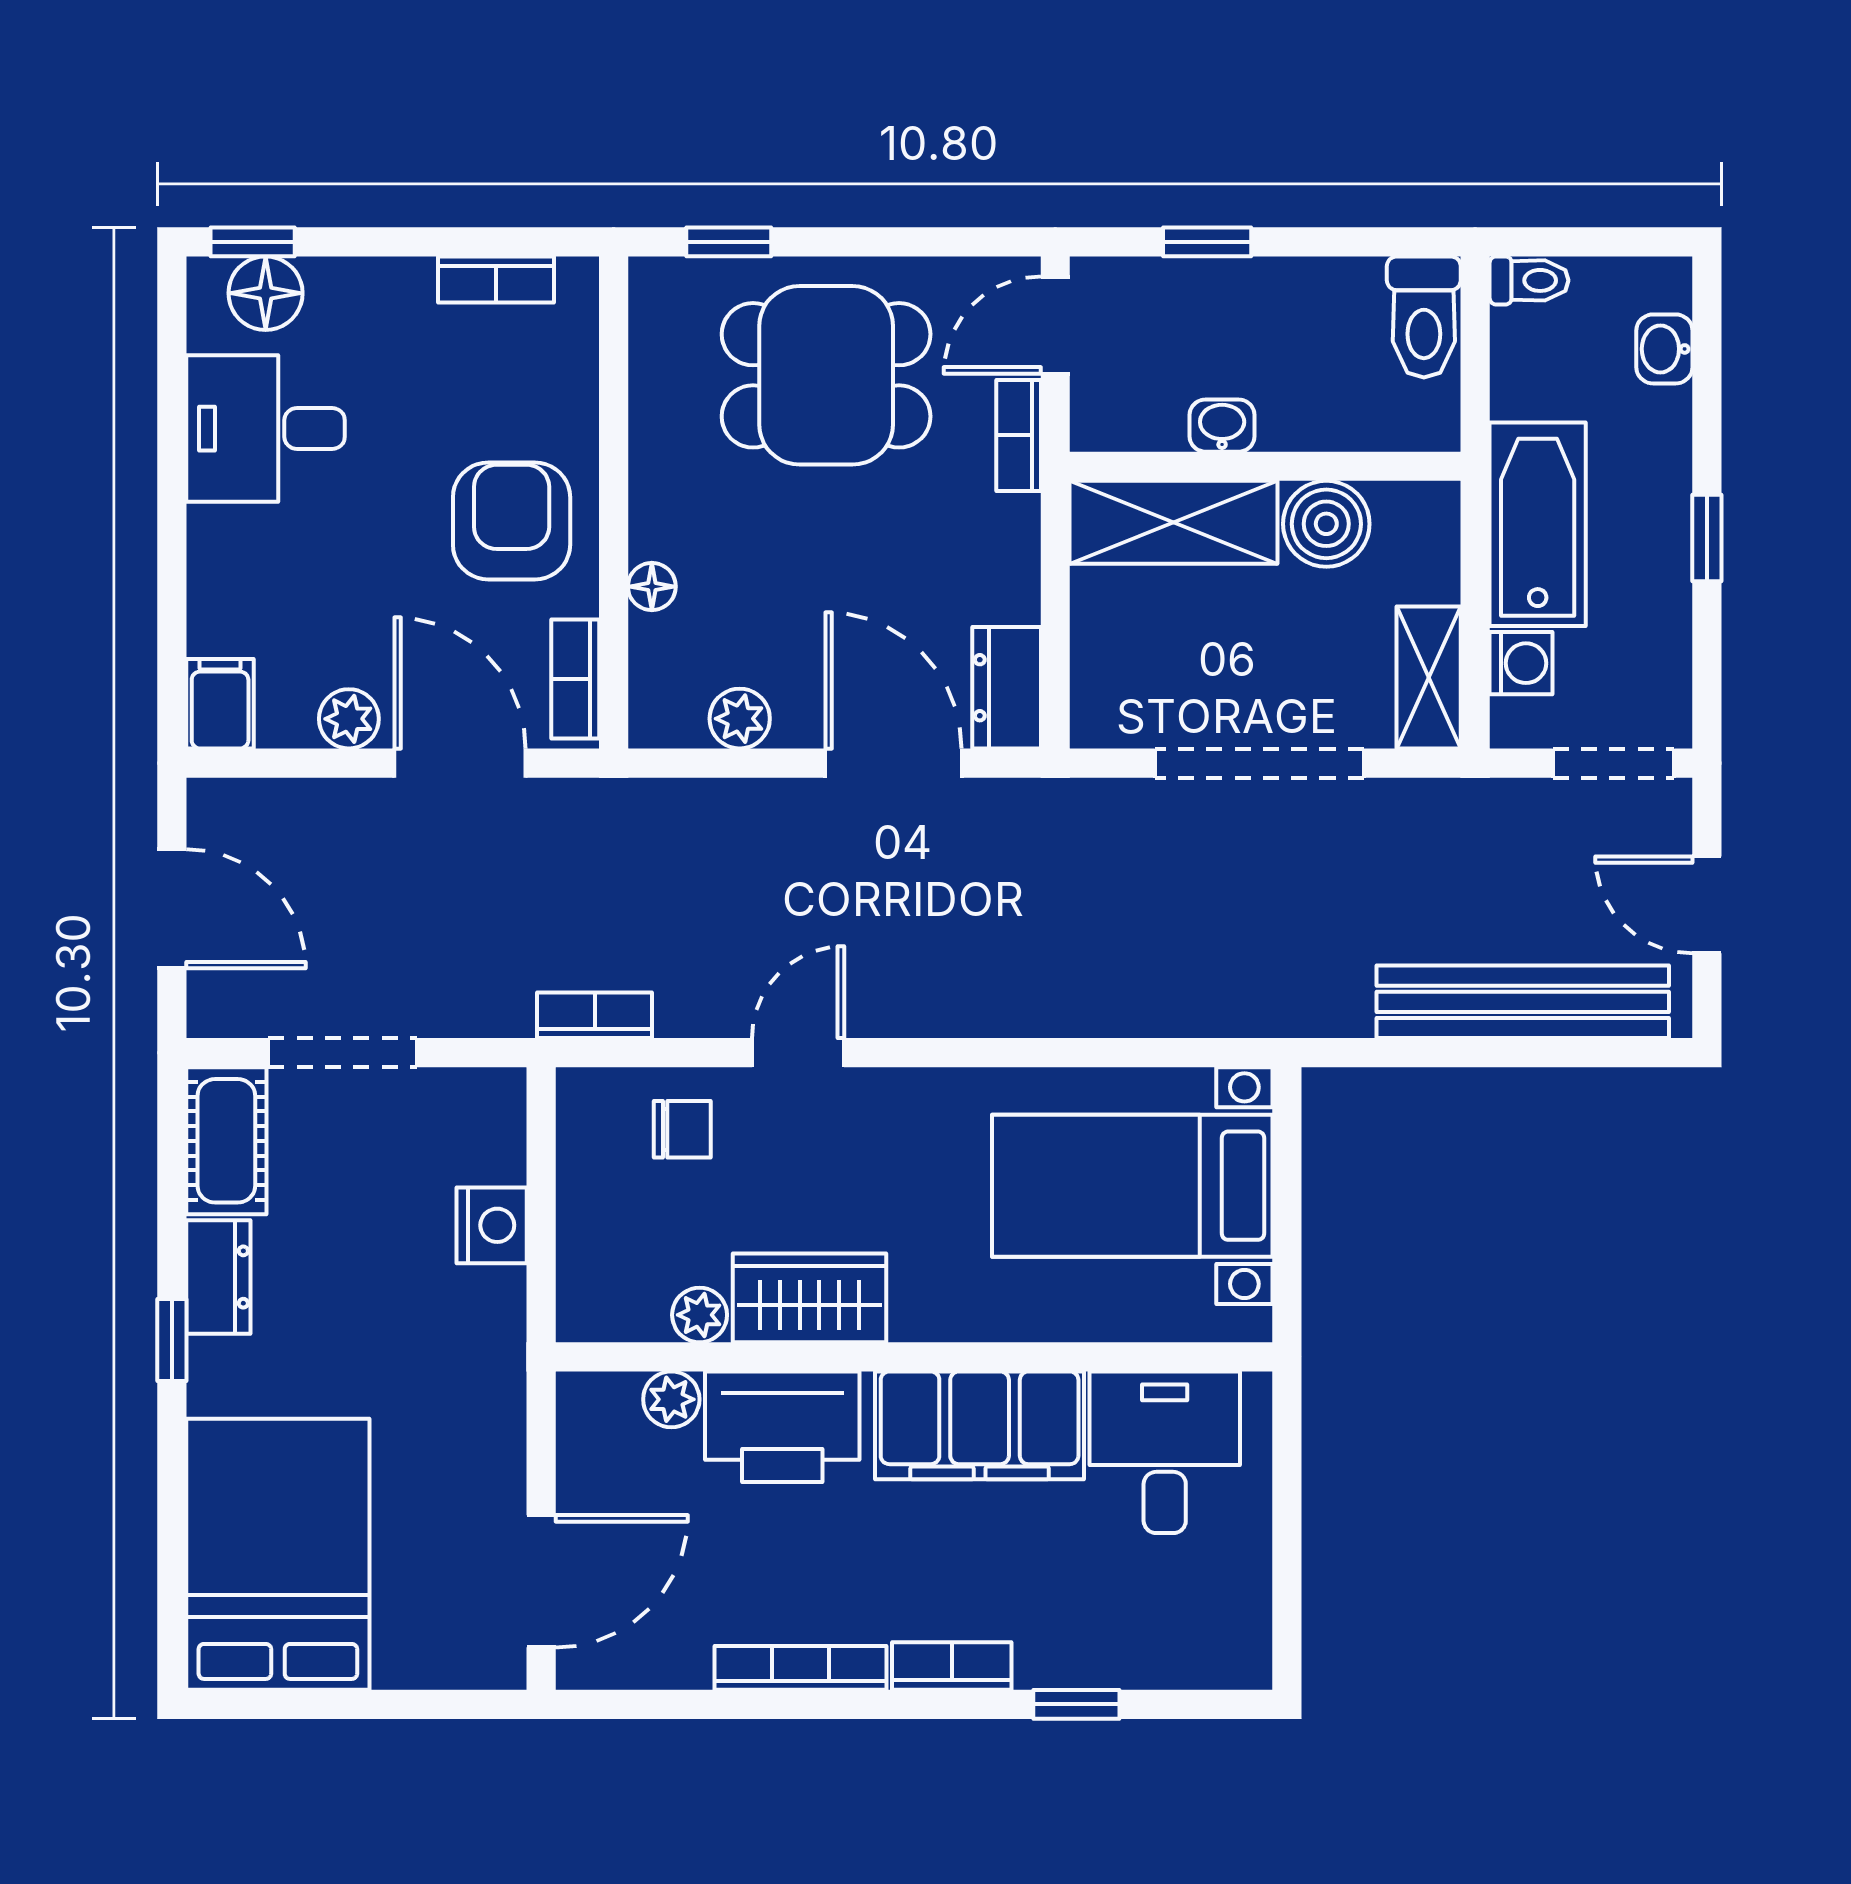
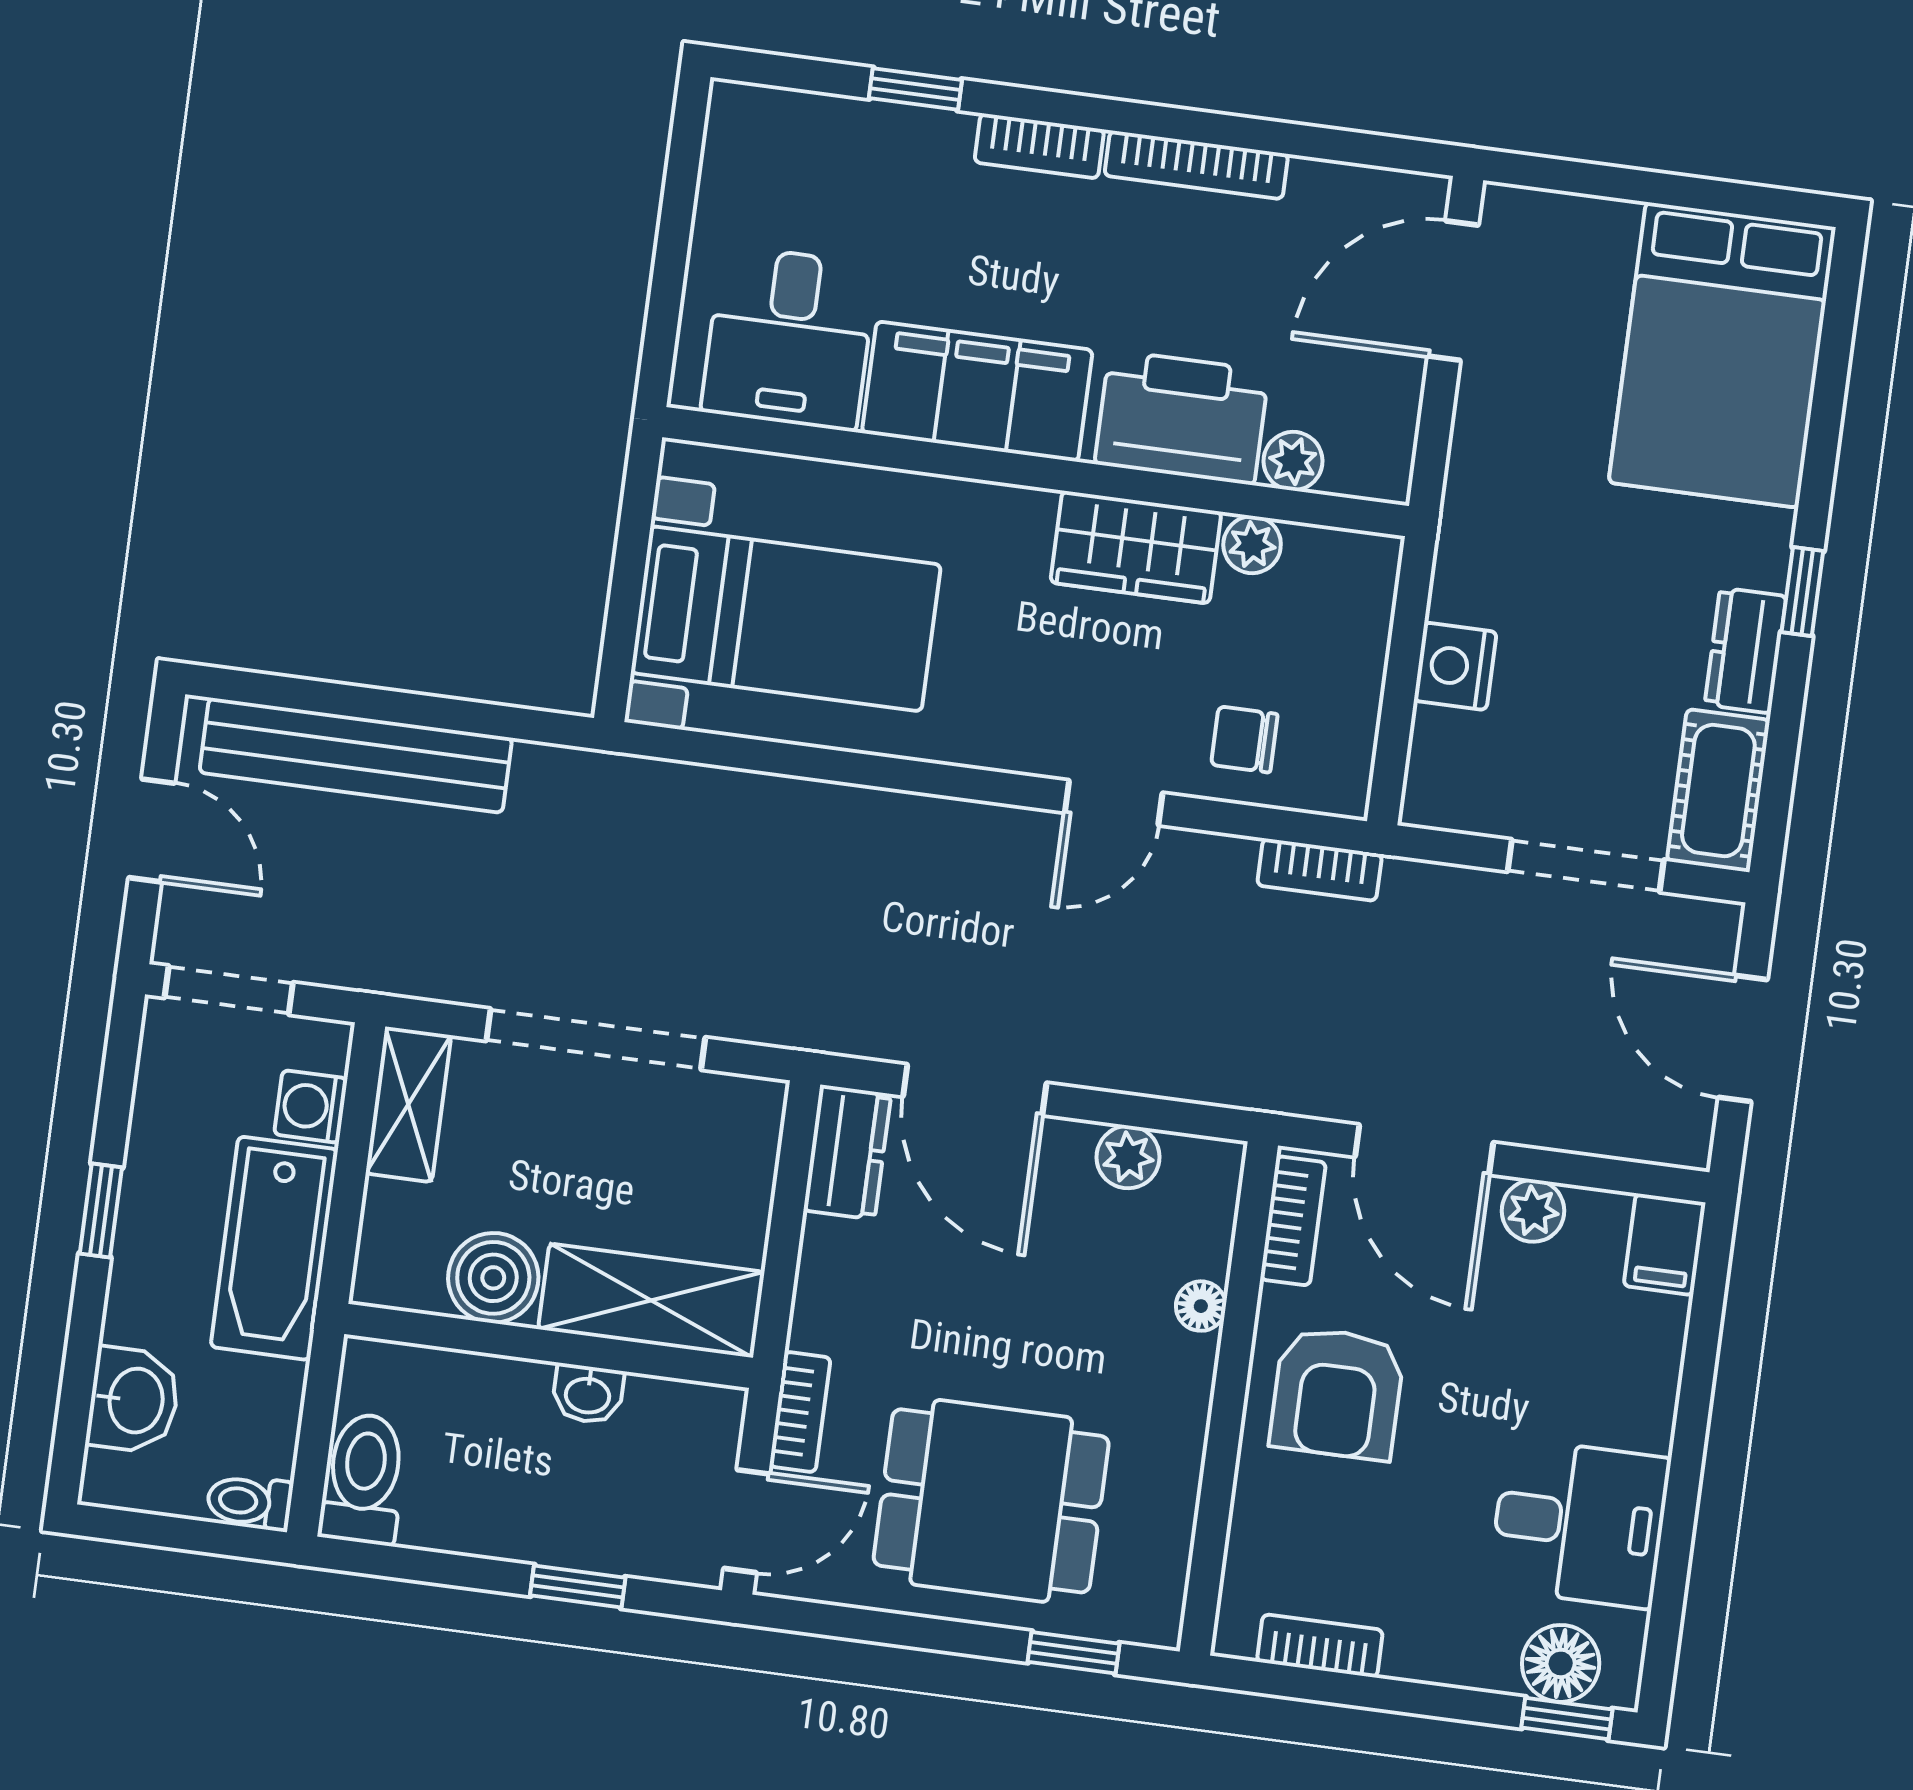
washbasin: (1664, 349) -> (134, 1400), width x1.38, depth x1.45

